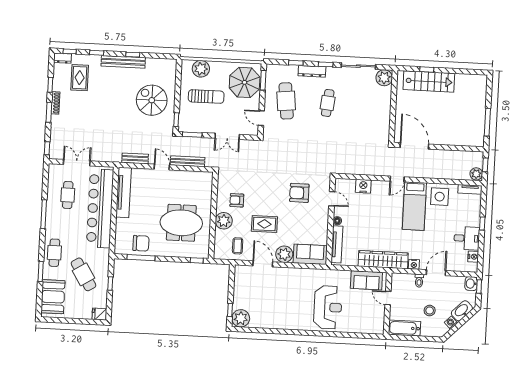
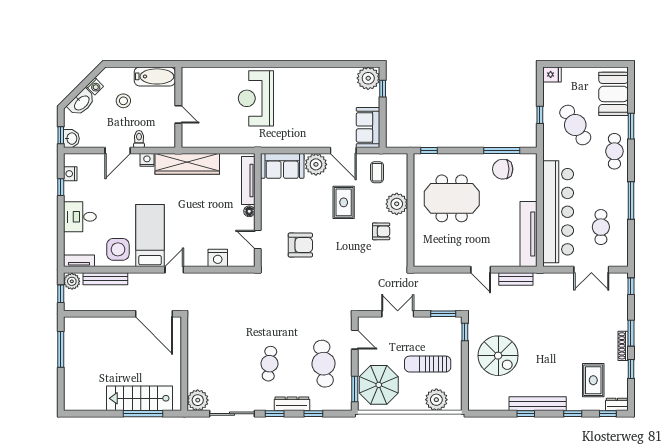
window: (427, 69) -> (143, 414), width x2.17
bench: (188, 161) -> (105, 279), moved
window: (482, 223) -> (61, 187), moved
rug: (264, 224) -> (344, 202), turned 90
desk: (467, 238) -> (80, 217), moved
sofa: (366, 280) -> (368, 127), moved, turned -90

